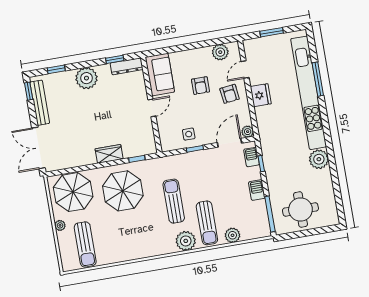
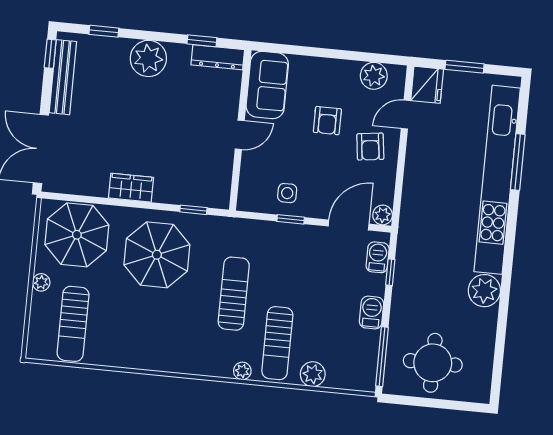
fridge: (261, 95) -> (427, 85), moved
wardrobe: (109, 154) -> (131, 188), moved
plant: (186, 241) -> (242, 371), width x0.53, depth x0.53

